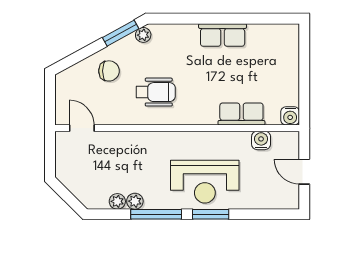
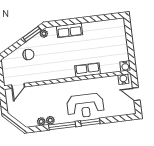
row of seats: (223, 35) -> (69, 30), moved
wheelchair: (156, 92) -> (54, 62), removed
row of seats: (241, 114) -> (88, 70), moved
door: (82, 128) -> (18, 86), swing flipped
water cooler: (261, 140) -> (123, 79), moved

